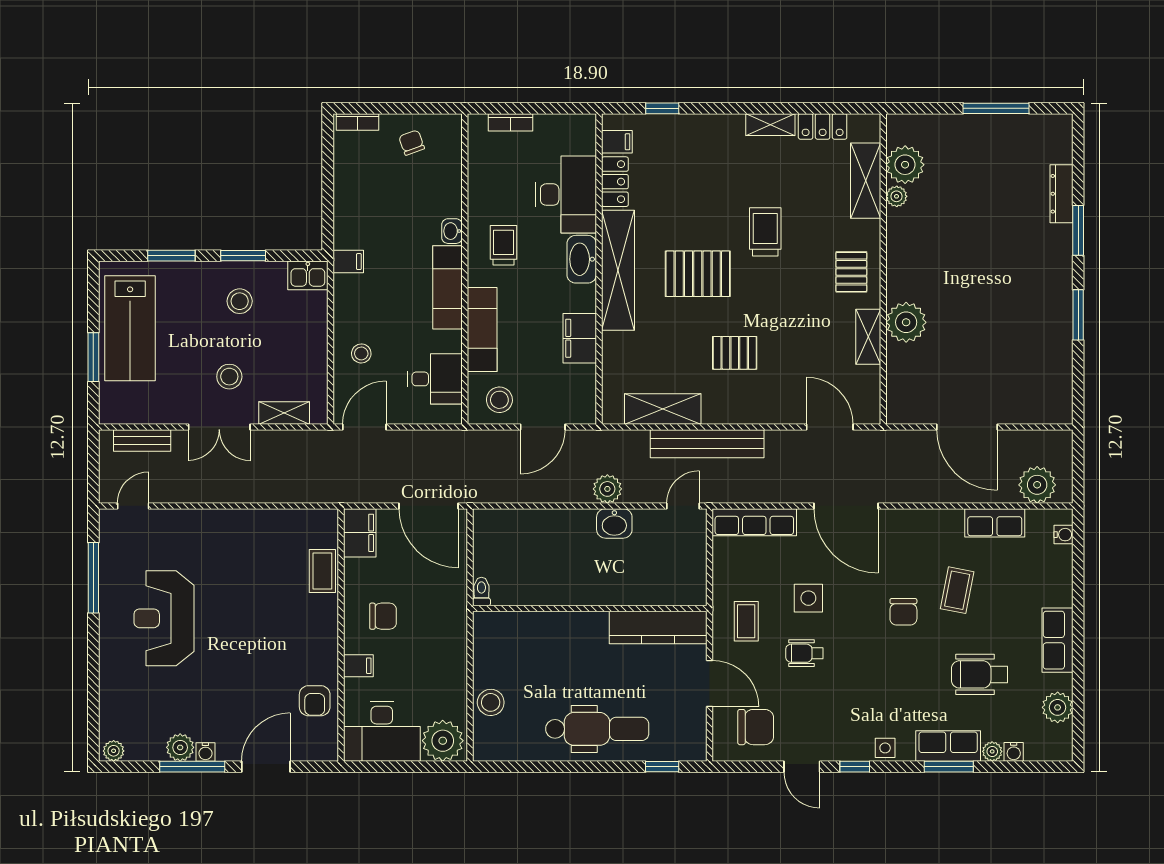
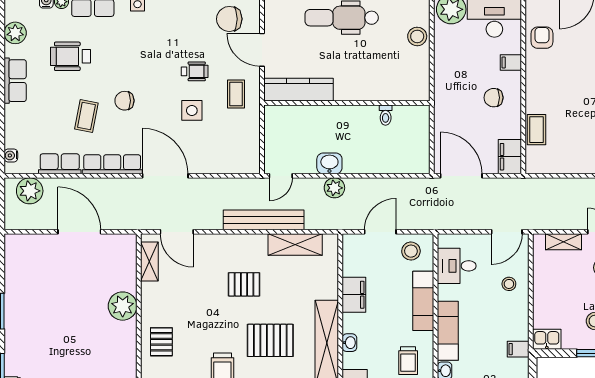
washbasin: (582, 259) -> (349, 343), width x0.52, depth x0.69
shelving: (868, 337) -> (149, 262), moved
row of seats: (754, 522) -> (112, 164), moved
toilet: (481, 592) -> (386, 115), moved
chair: (903, 612) -> (124, 101), turned -90
wheelchair: (980, 674) -> (70, 56), turned 180

